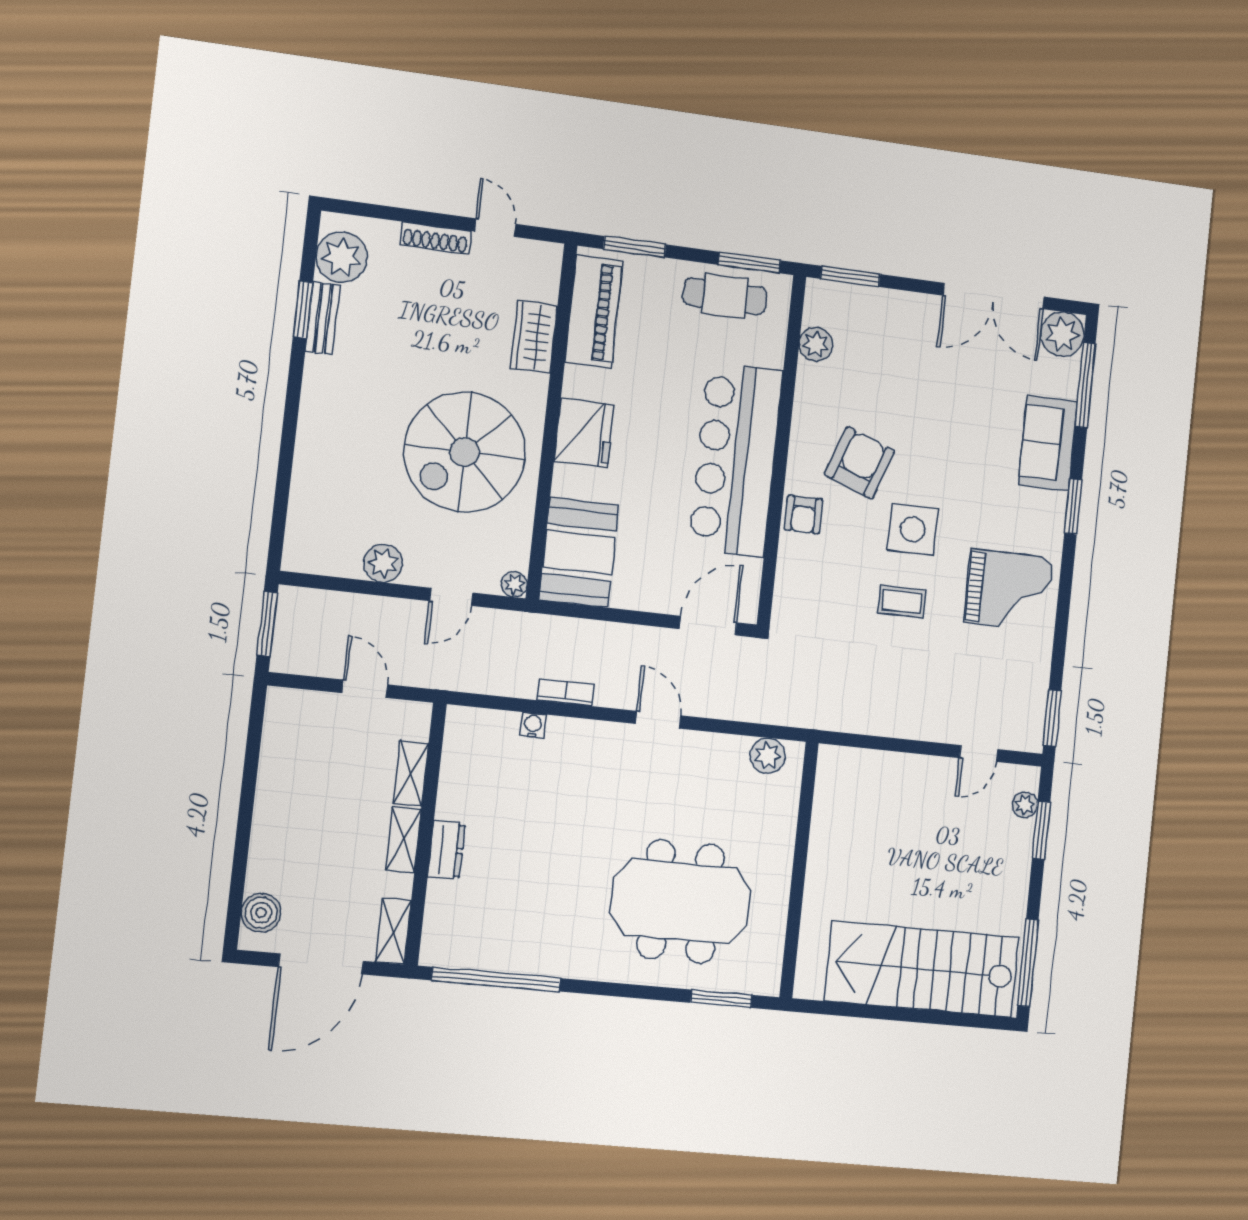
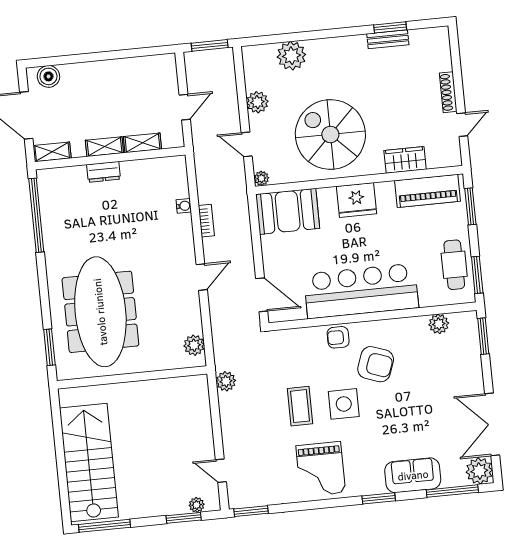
plant: (342, 257) -> (291, 56), moved
coffee table: (902, 602) -> (300, 406), width x1.36, depth x1.30
plant: (837, 715) -> (226, 381), added
meeting table: (681, 901) -> (100, 312), width x1.36

